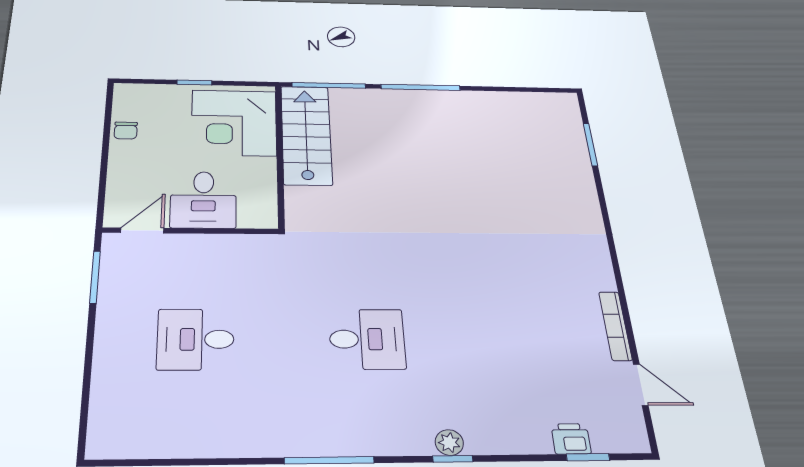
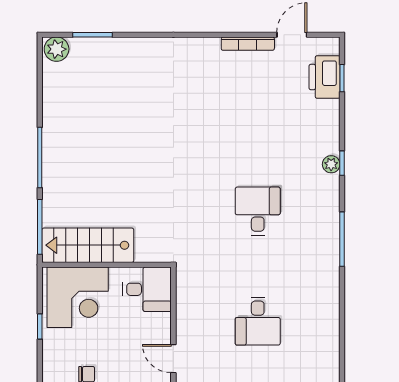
plant: (564, 107) -> (57, 49), added
desk: (203, 200) -> (147, 289), moved
printer: (571, 439) -> (325, 77), width x1.87, depth x1.48

